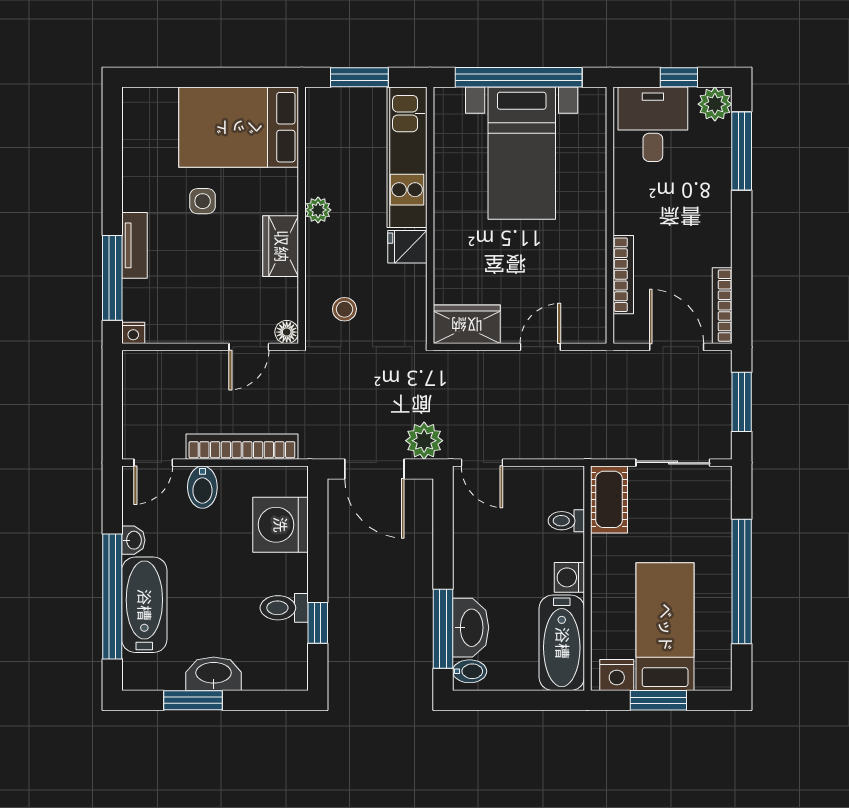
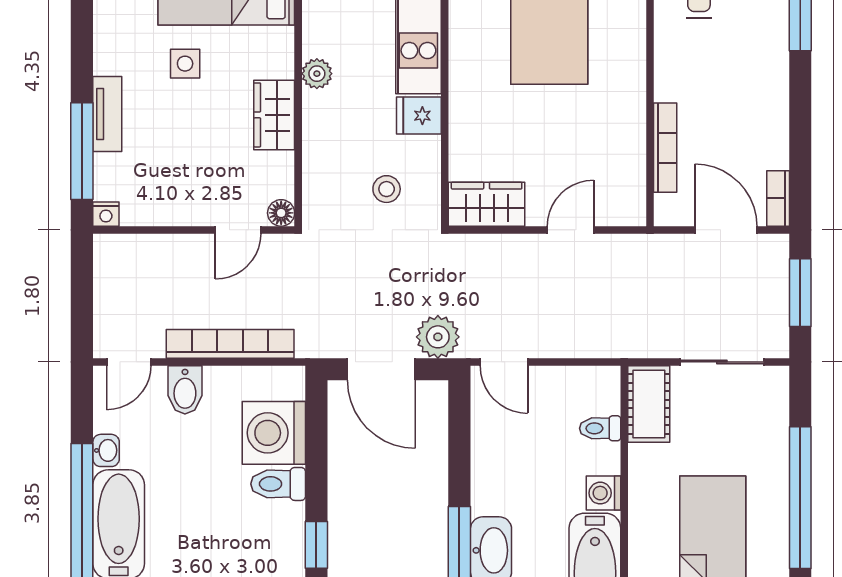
bookcase: (722, 306) -> (778, 198), width x0.64
stool: (344, 309) -> (387, 189), moved
toilet: (284, 608) -> (278, 484), moved

